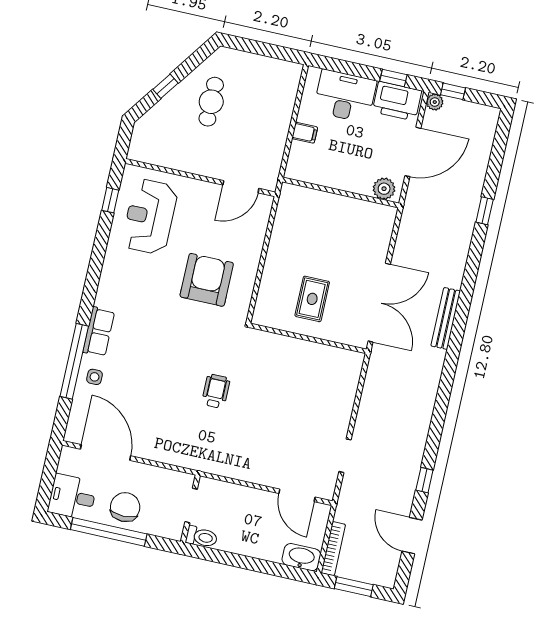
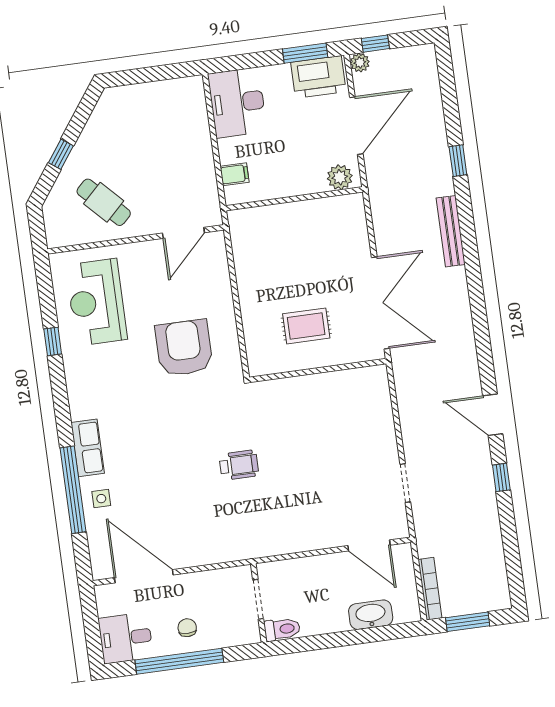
window: (393, 78) -> (305, 53), width x1.50
desk: (345, 96) -> (237, 103), moved, turned -90
cafe table: (211, 102) -> (104, 202), moved, turned -44
filing cabinet: (305, 133) -> (235, 174), moved
window: (110, 200) -> (53, 341), moved
rug: (312, 299) -> (306, 326), turned 90
bench: (446, 318) -> (451, 231), moved
wheelchair: (216, 391) -> (239, 465), turned 90
chair: (125, 507) -> (187, 628), width x0.54, depth x0.54
door: (412, 536) -> (493, 415), moved
washbasin: (301, 557) -> (371, 615), moved

